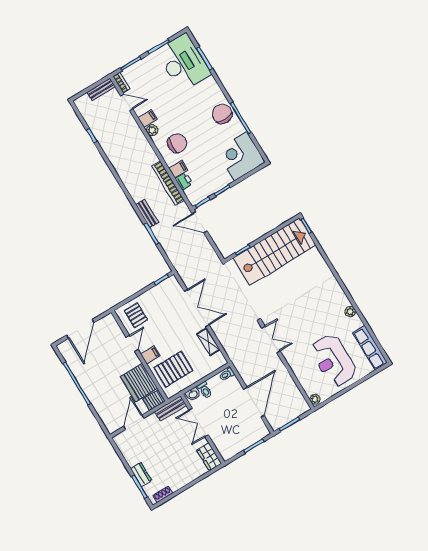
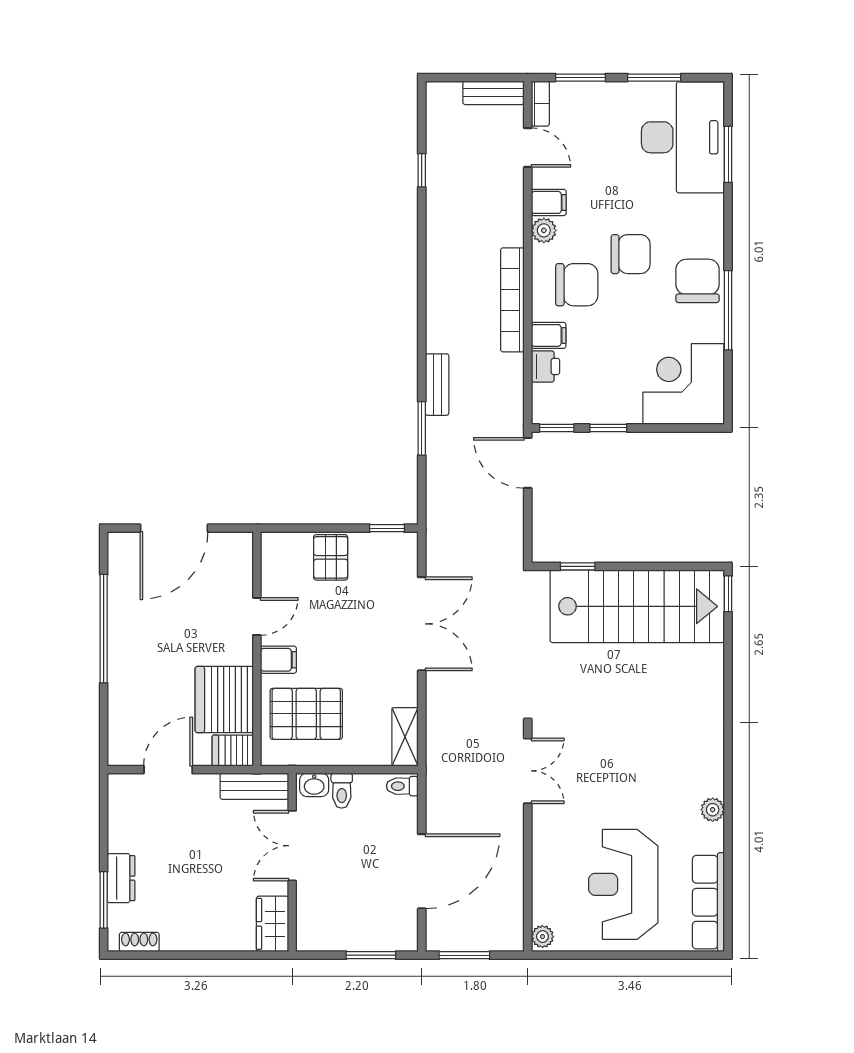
chair: (191, 119) -> (631, 254), added
bookcase: (168, 183) -> (512, 300), moved
pallet: (136, 315) -> (331, 557), moved
shelving: (208, 342) -> (405, 737), moved

